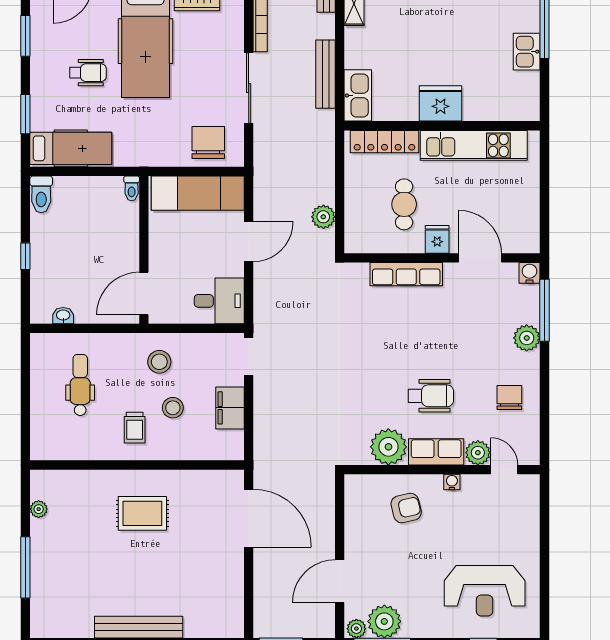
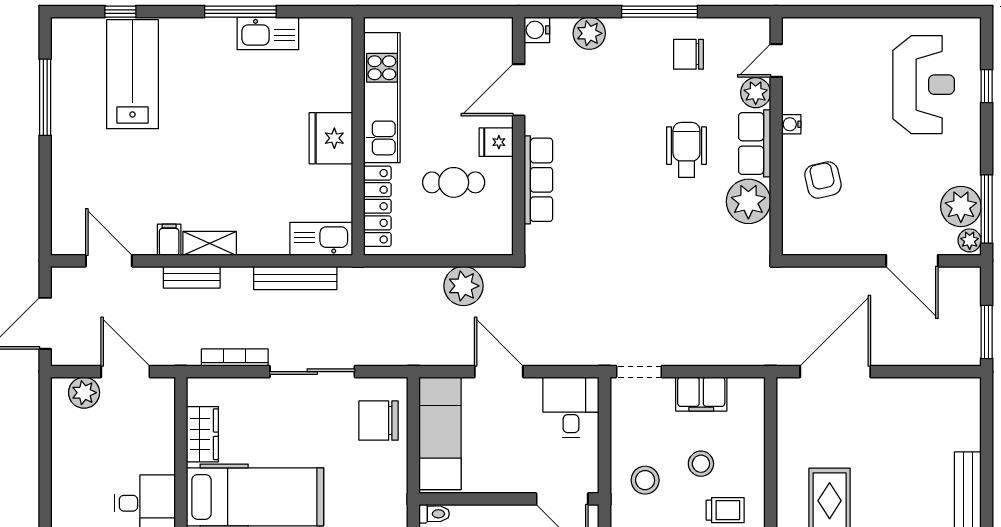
kitchen sink: (527, 52) -> (268, 33), width x1.38
plant: (323, 217) -> (463, 286), width x1.36, depth x1.36
window: (545, 310) -> (660, 12), moved
plant: (527, 338) -> (589, 33), moved

